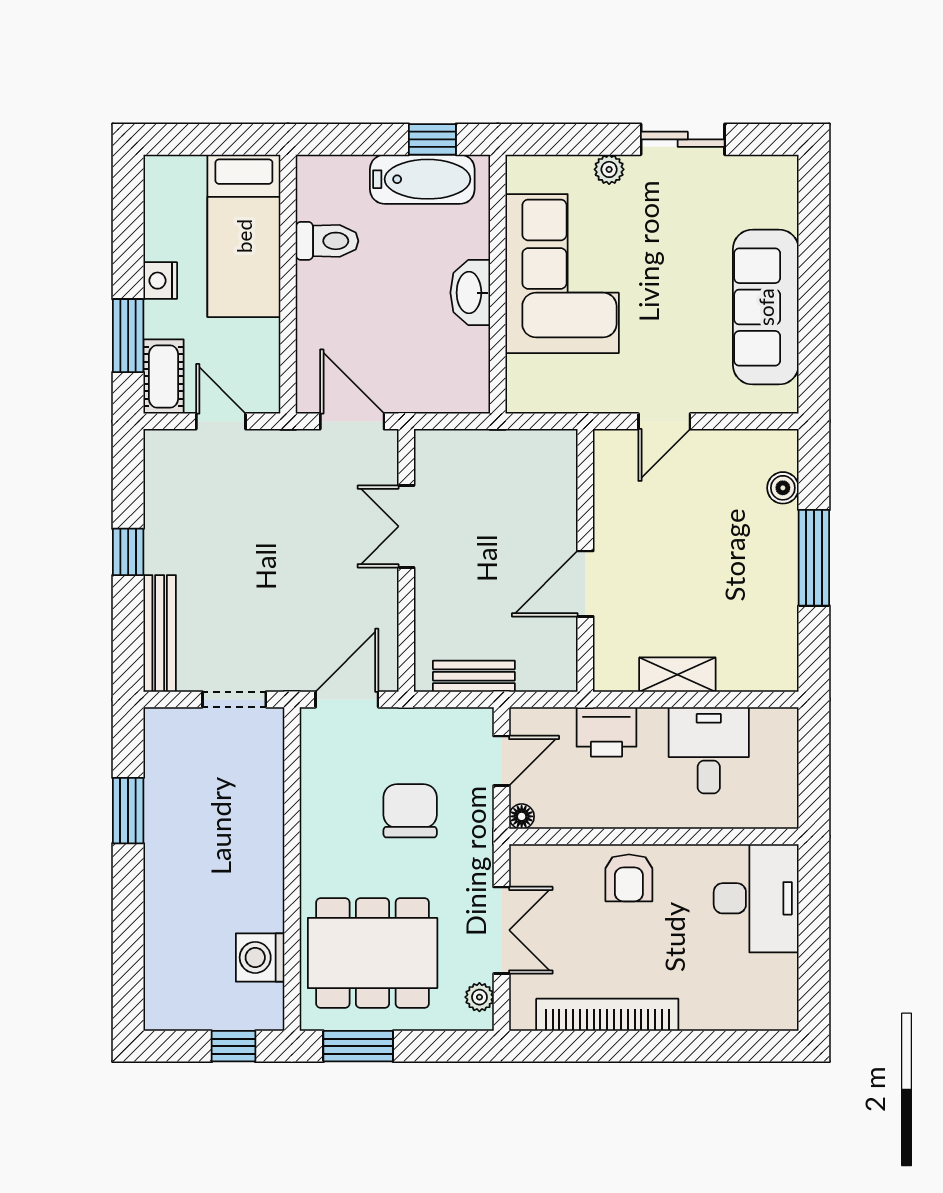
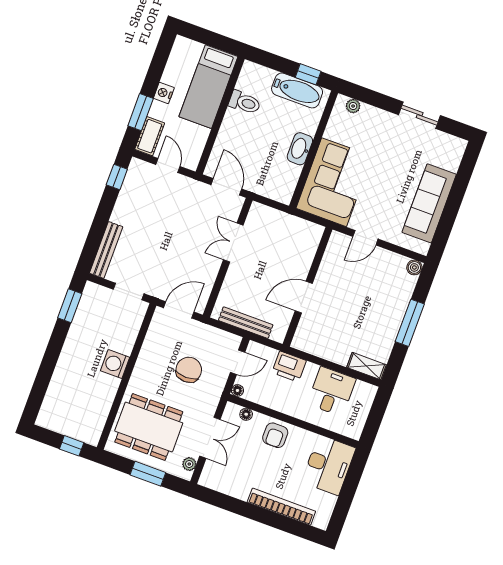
plant: (609, 169) -> (353, 106), moved
corner sofa: (562, 274) -> (334, 182), moved
boiler: (783, 488) -> (414, 267), moved
window: (128, 552) -> (117, 177), moved
shelving: (677, 675) -> (366, 366), moved
bench: (474, 676) -> (246, 323), width x1.36
window: (128, 811) -> (70, 306), moved
floor lamp: (556, 857) -> (246, 414), added
washing machine: (260, 957) -> (115, 364), moved
bookcase: (607, 1015) -> (281, 507), moved
window: (358, 1046) -> (148, 474), moved

